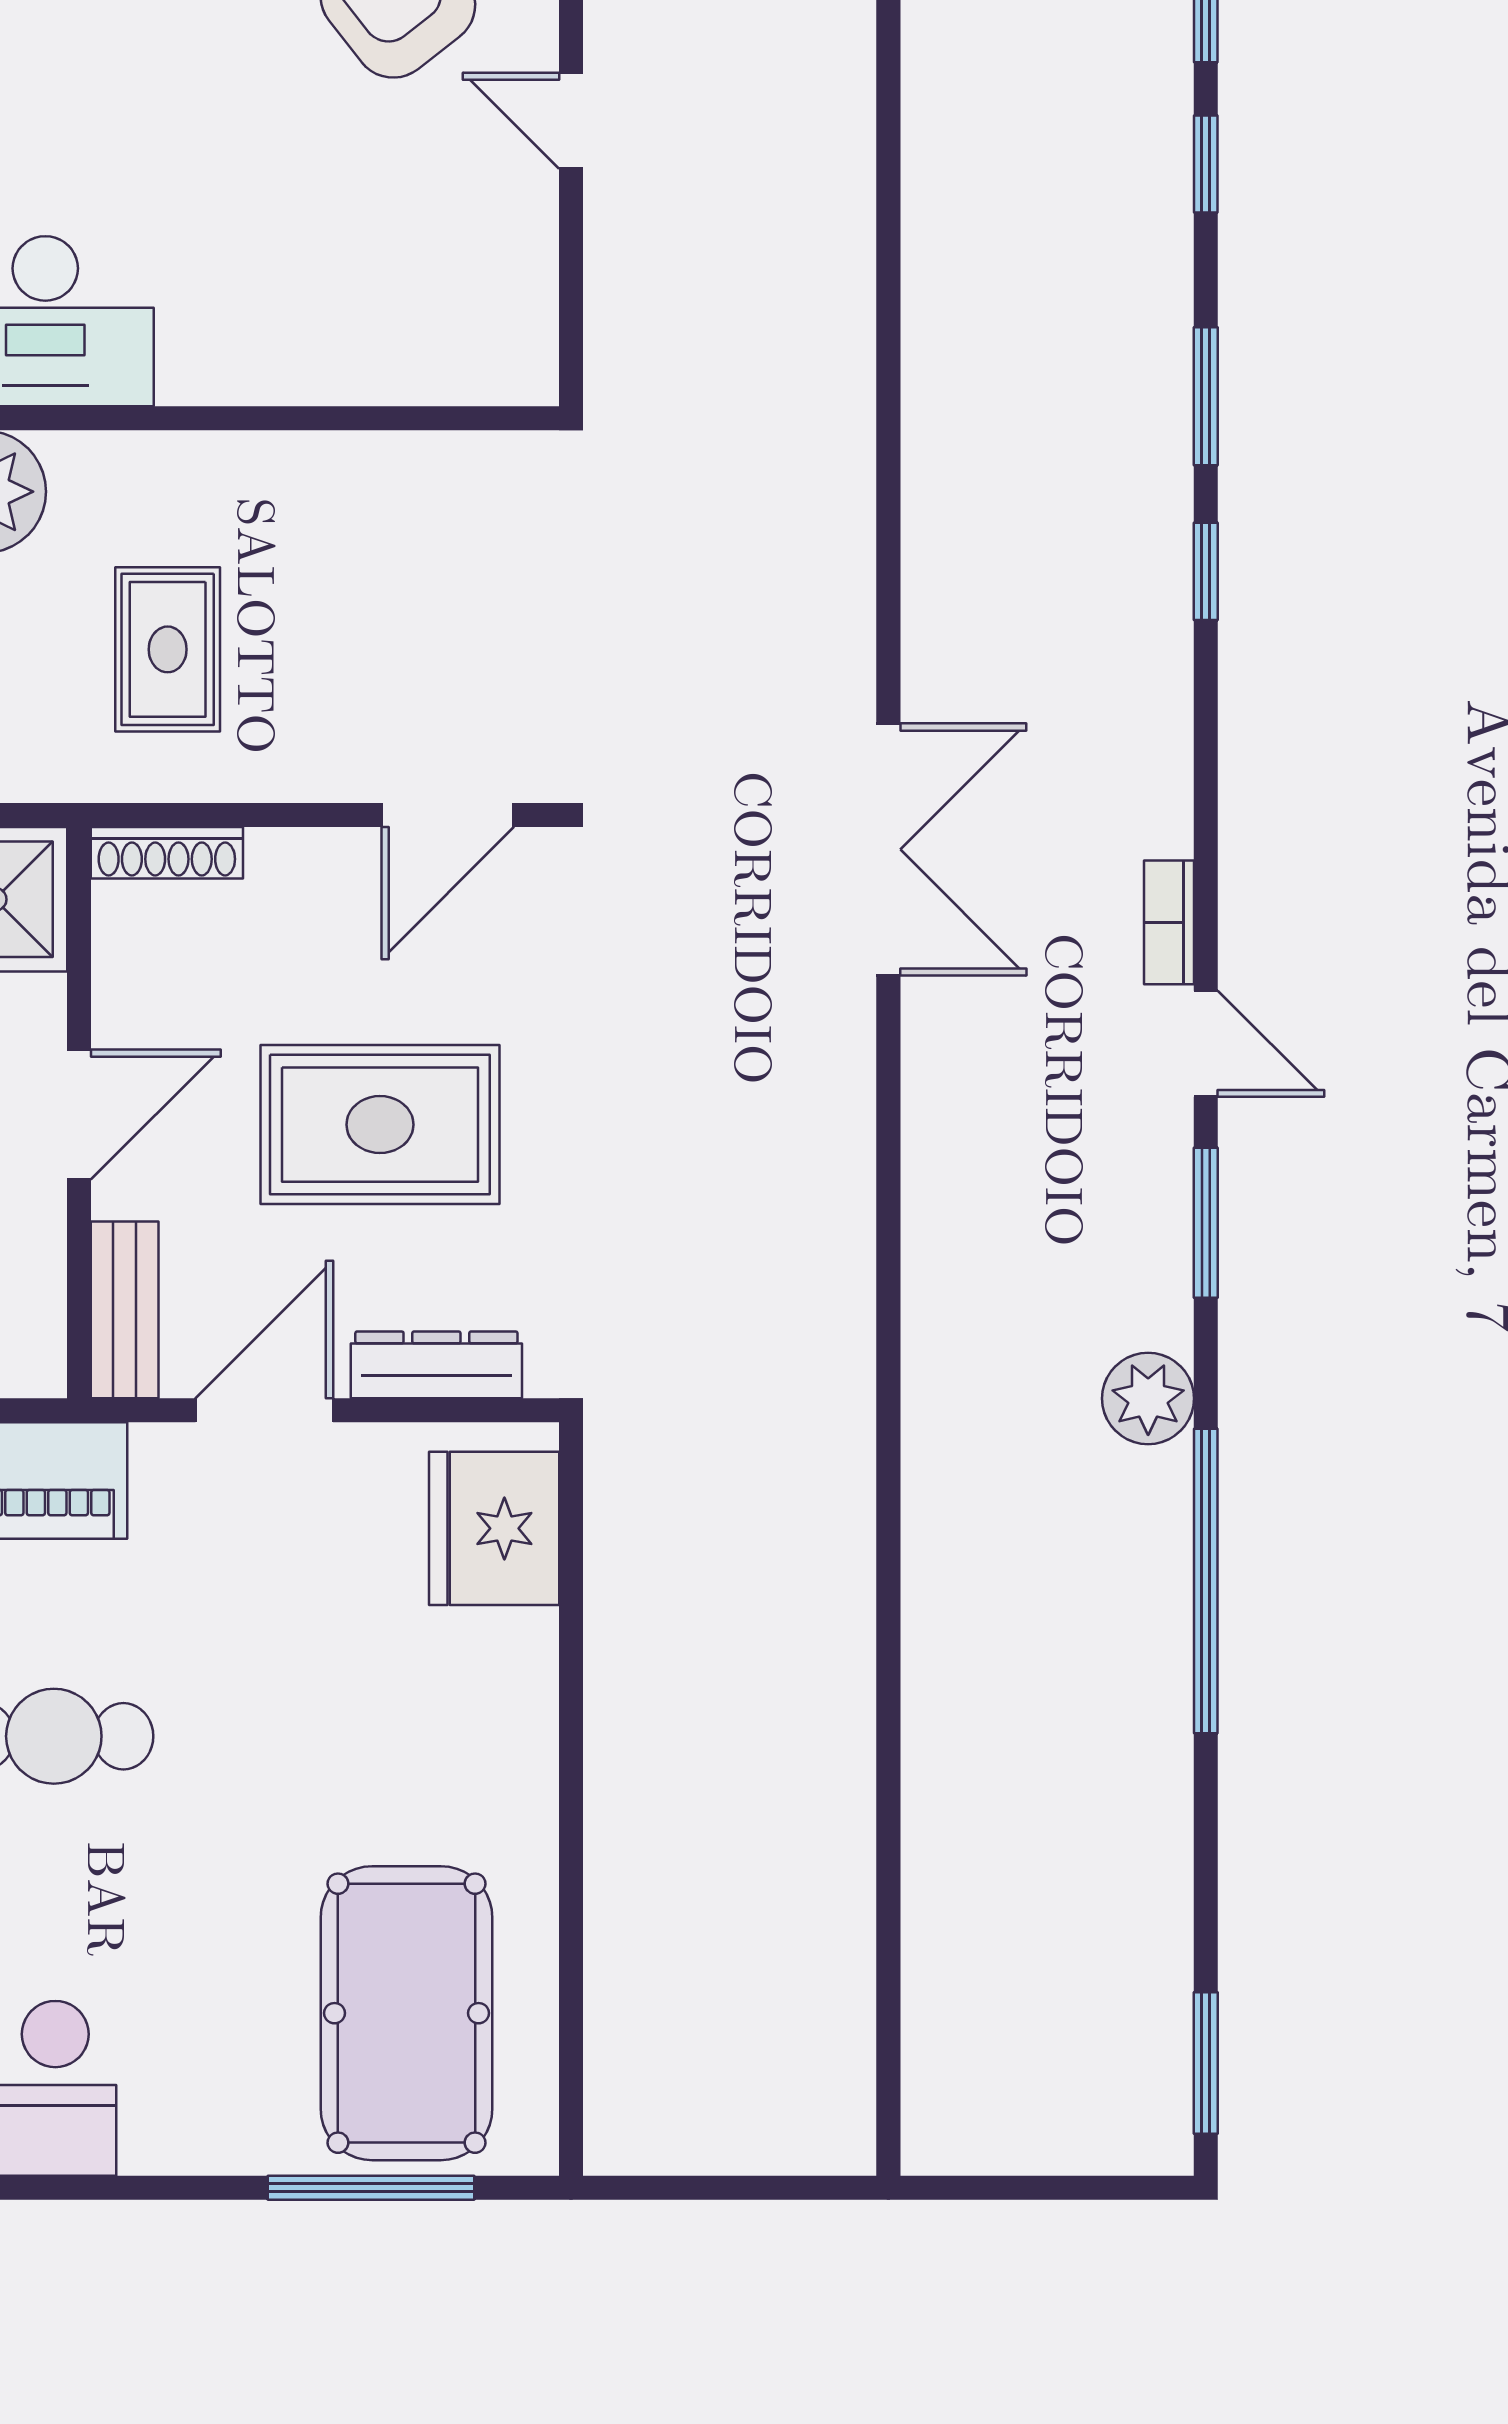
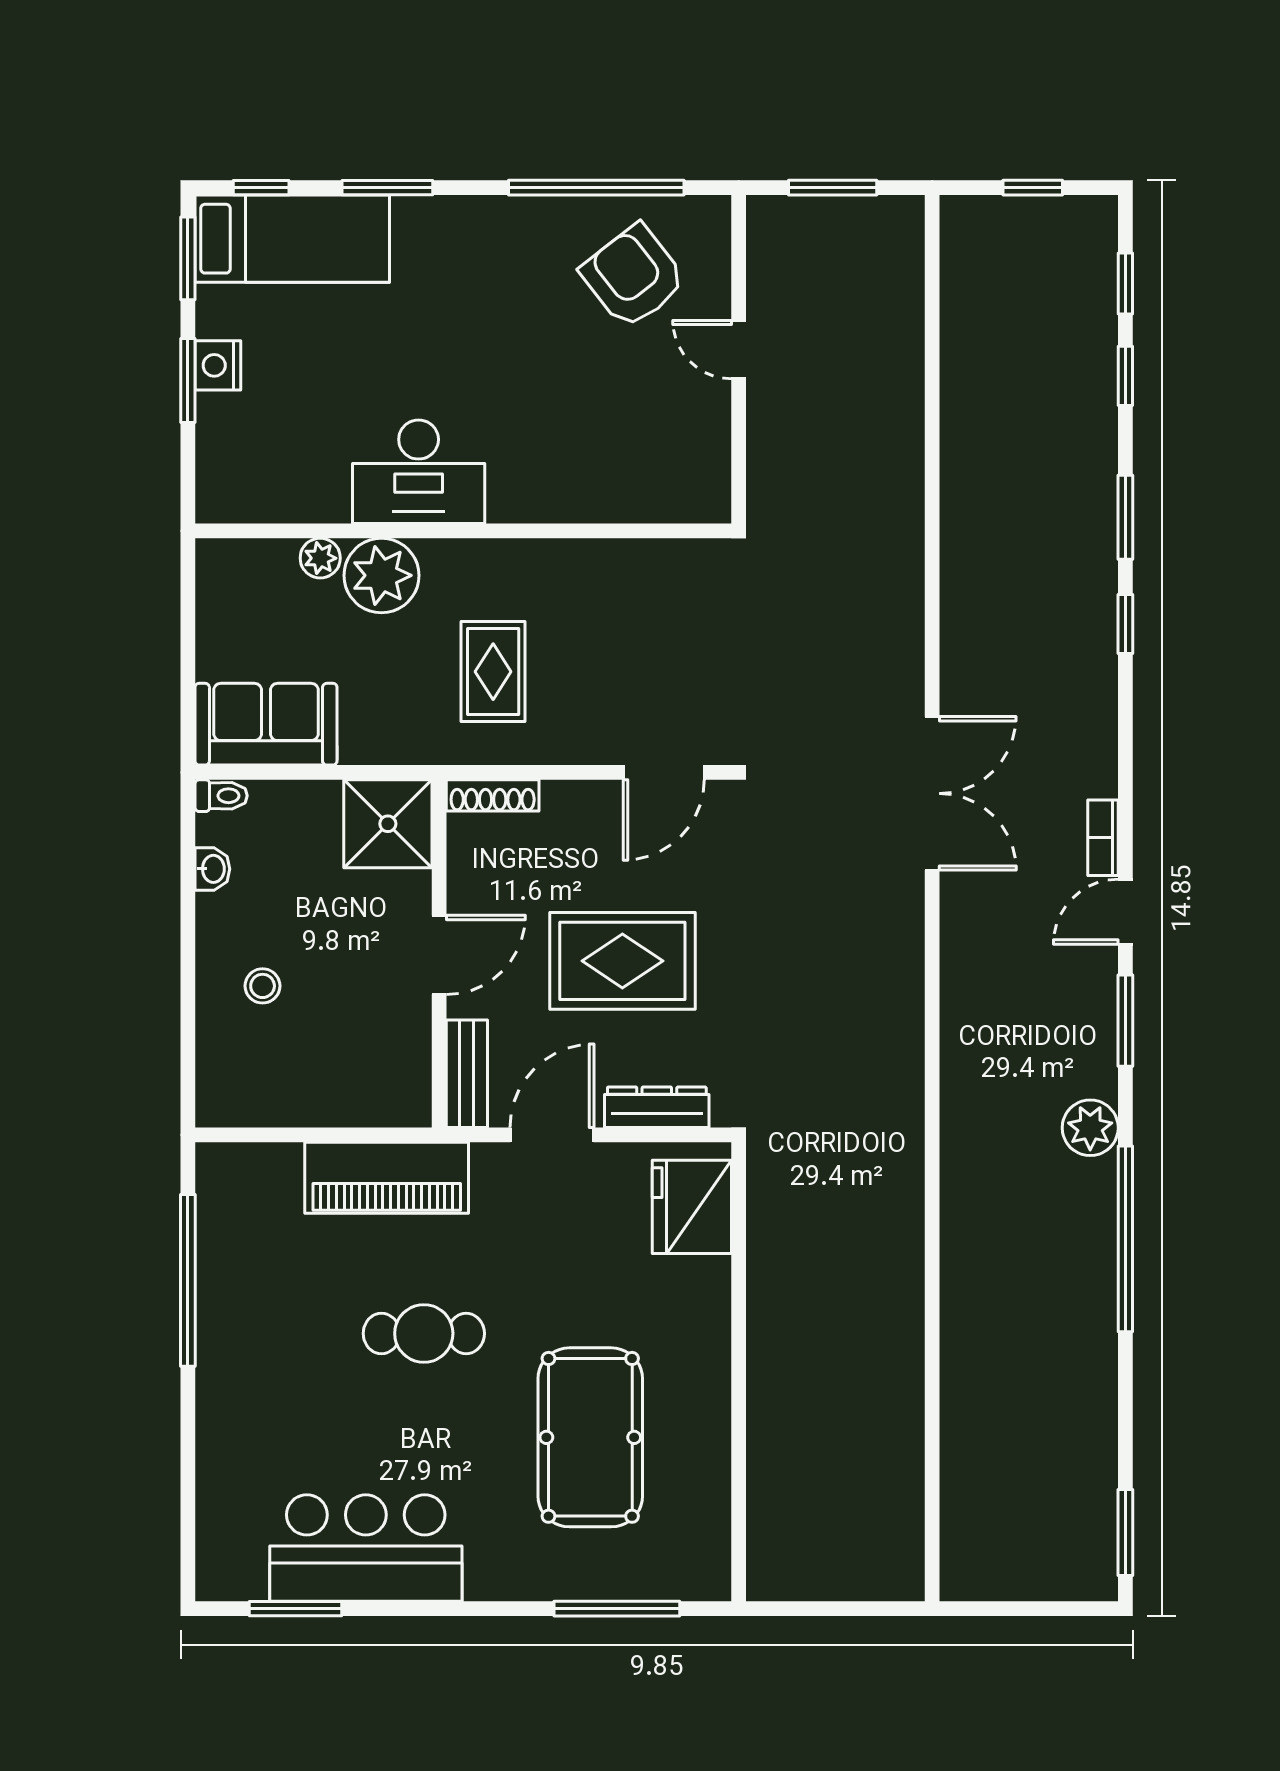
door: (1206, 1044) -> (1125, 912), swing flipped
pool table: (407, 2013) -> (590, 1437), moved

